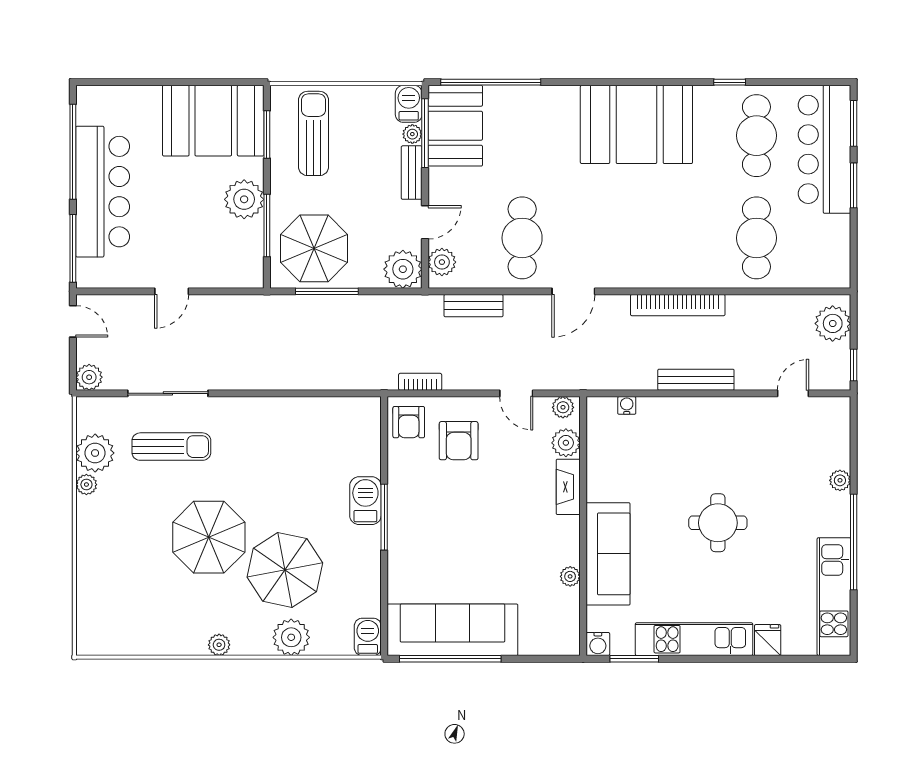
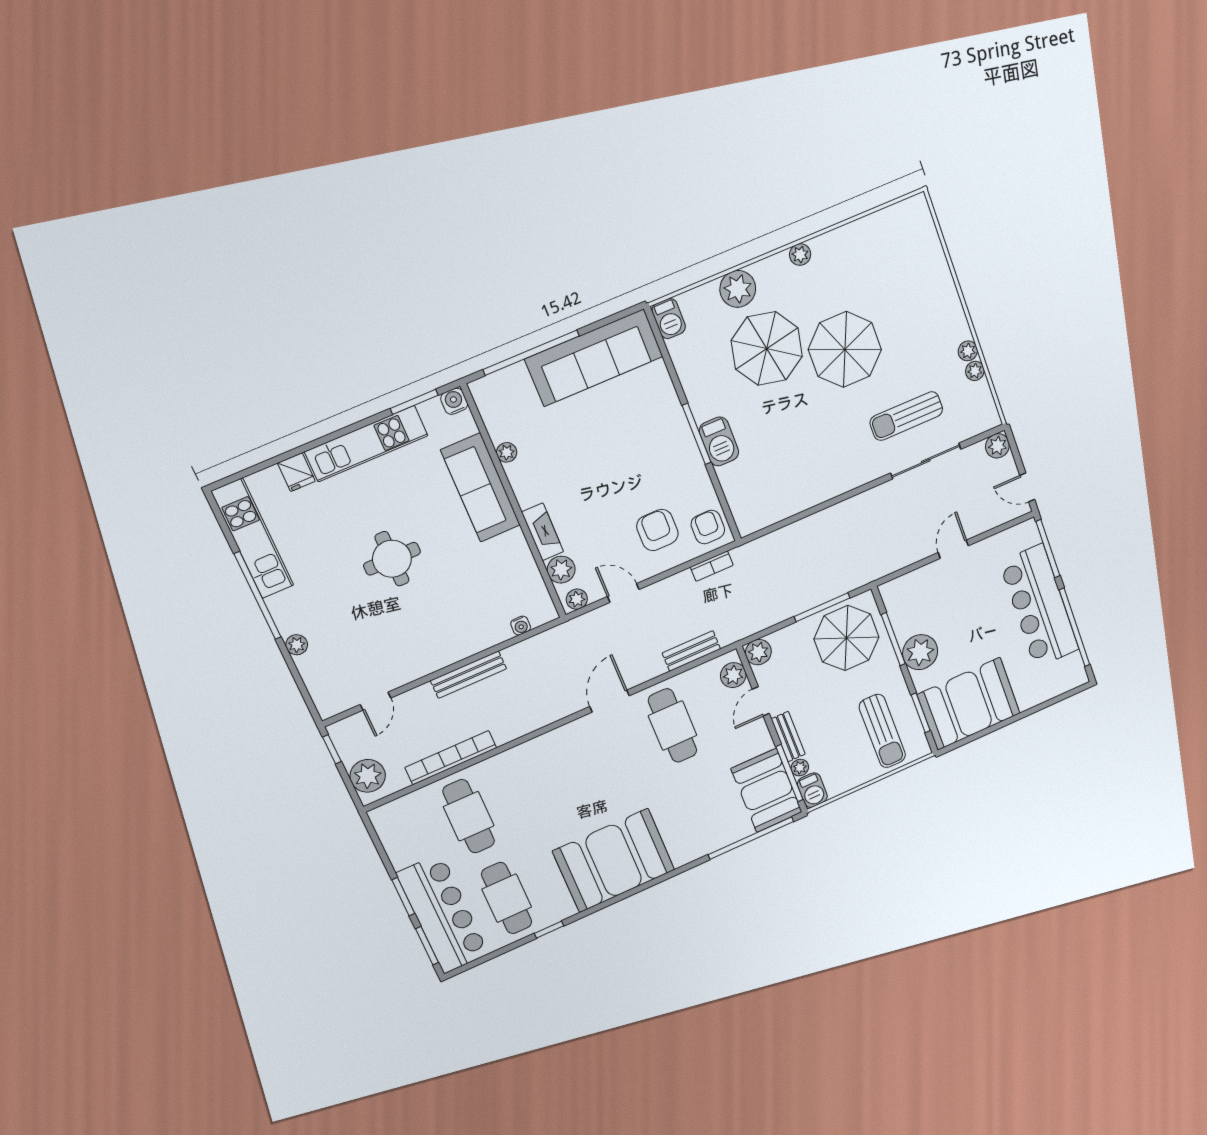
plant: (403, 269) -> (758, 652), width x0.73, depth x0.73
bookcase: (678, 305) -> (451, 758), moved
plant: (95, 453) -> (975, 371), width x0.53, depth x0.53
window: (450, 659) -> (531, 353), moved

